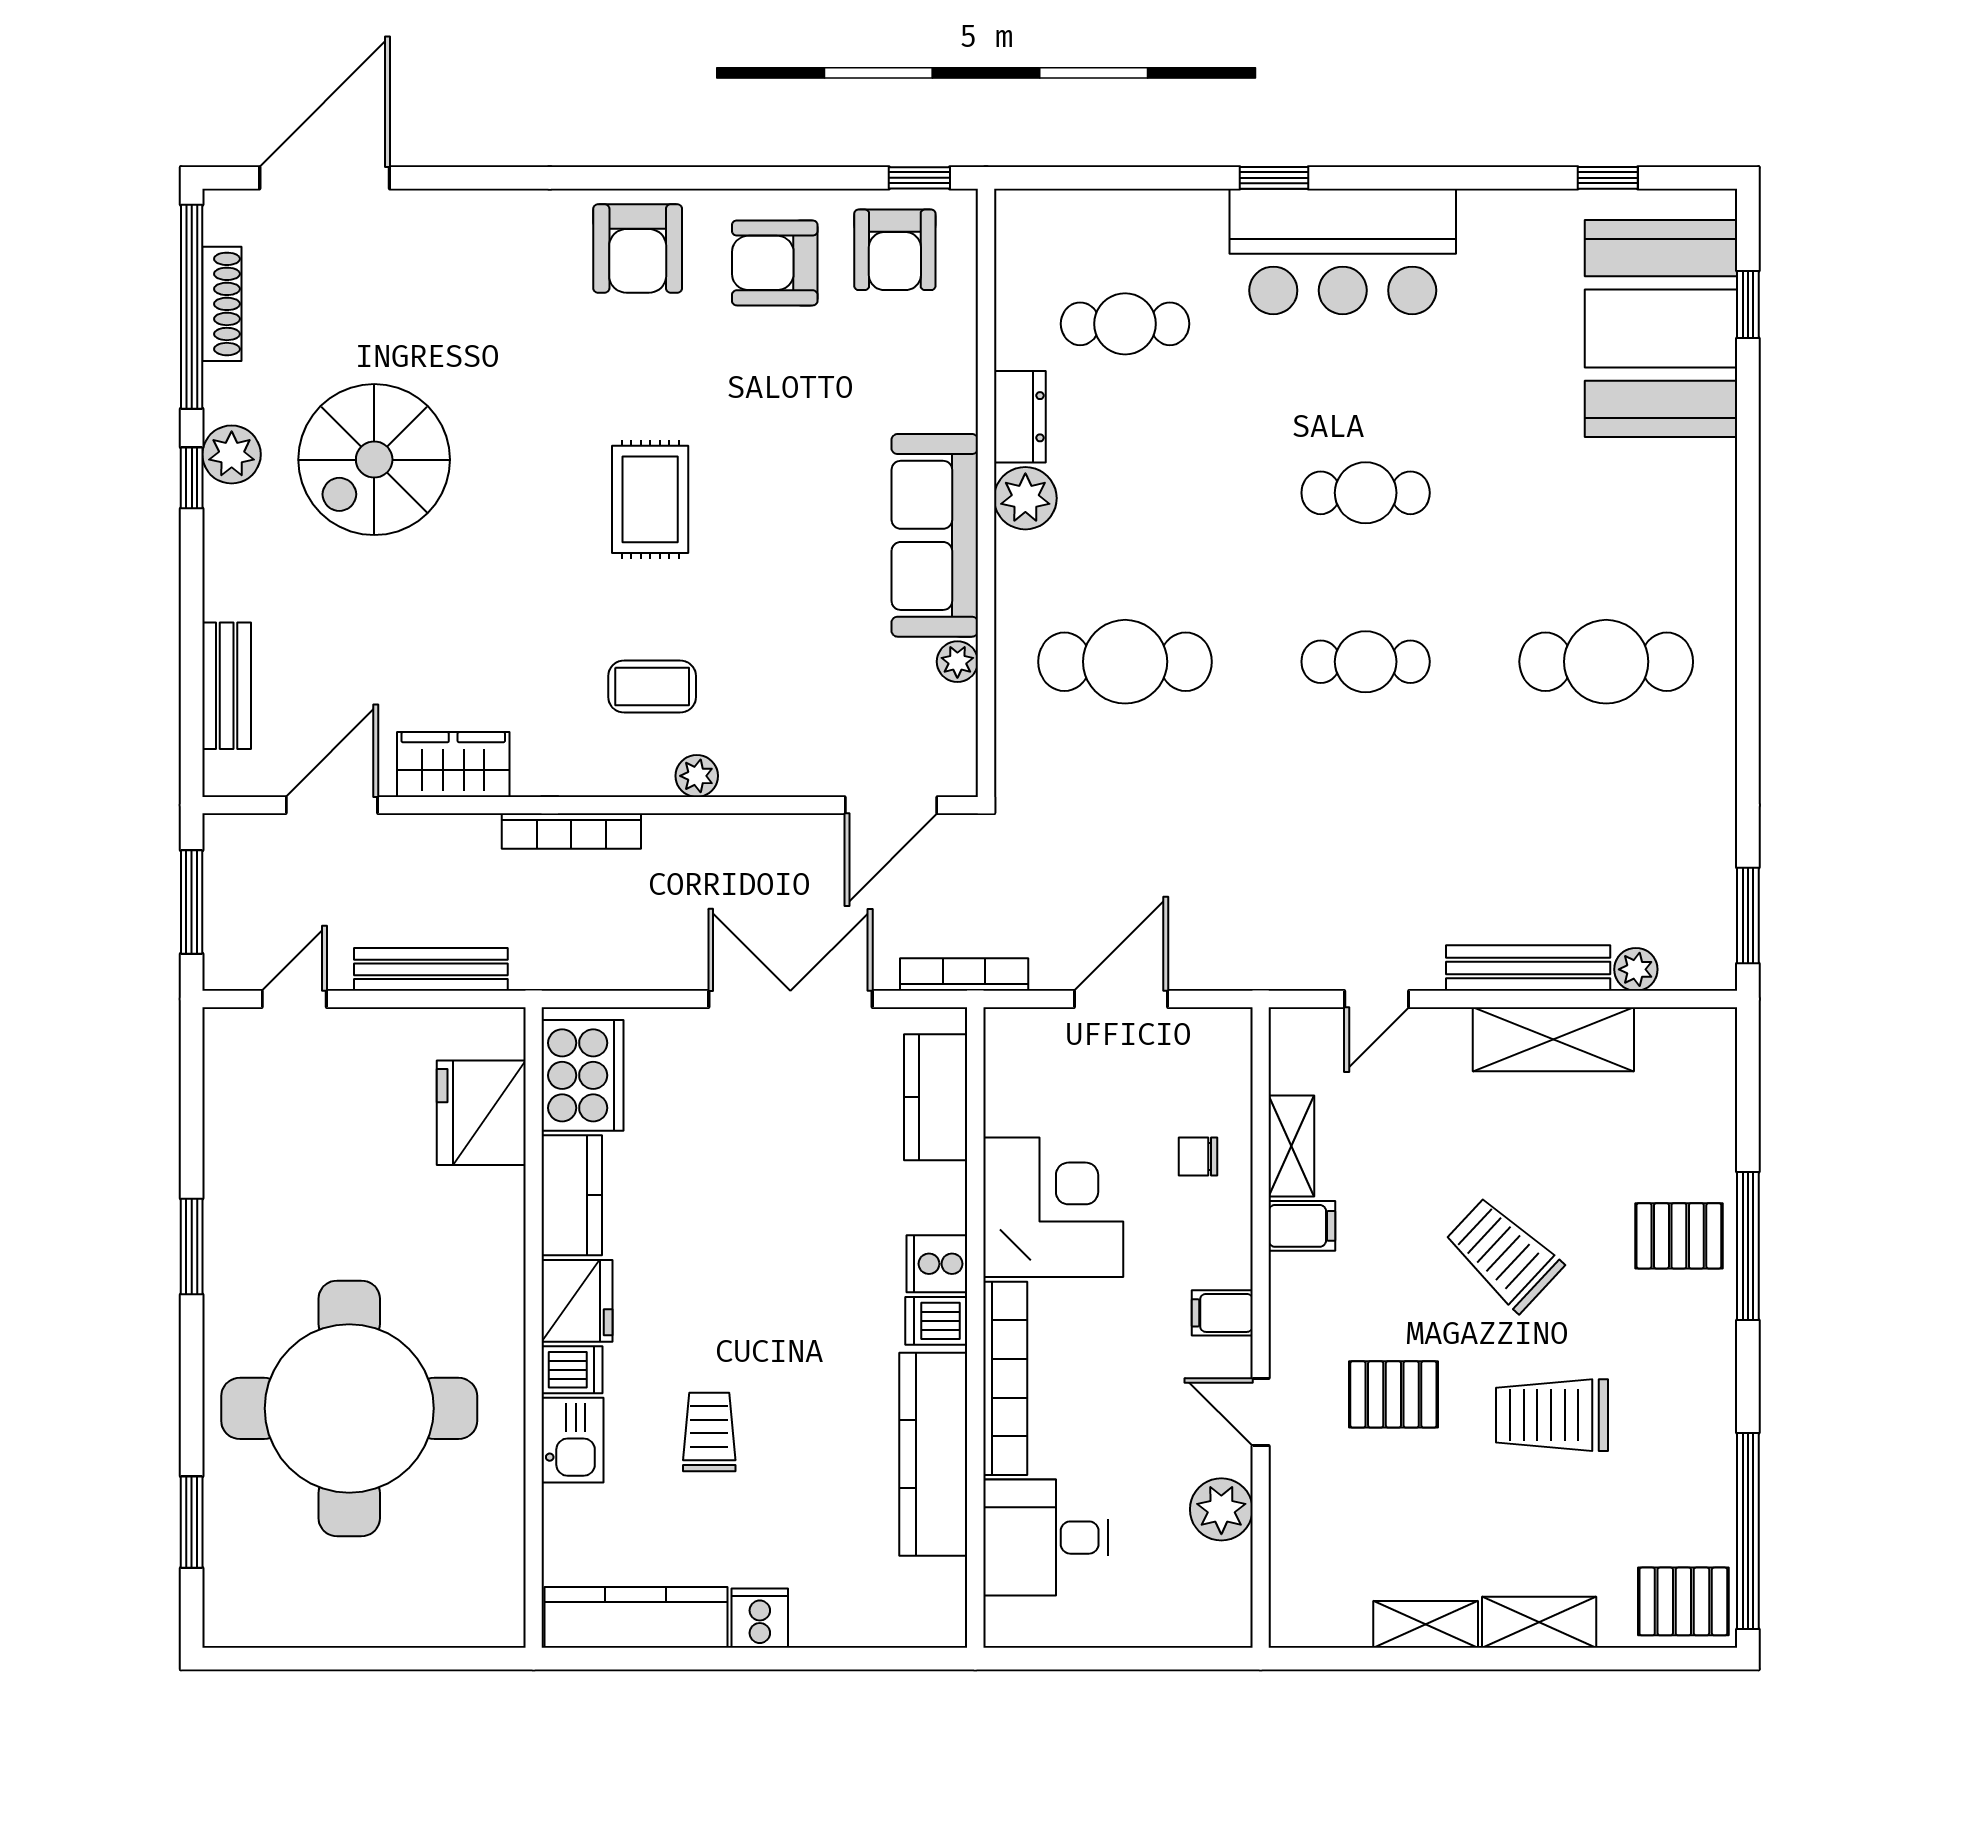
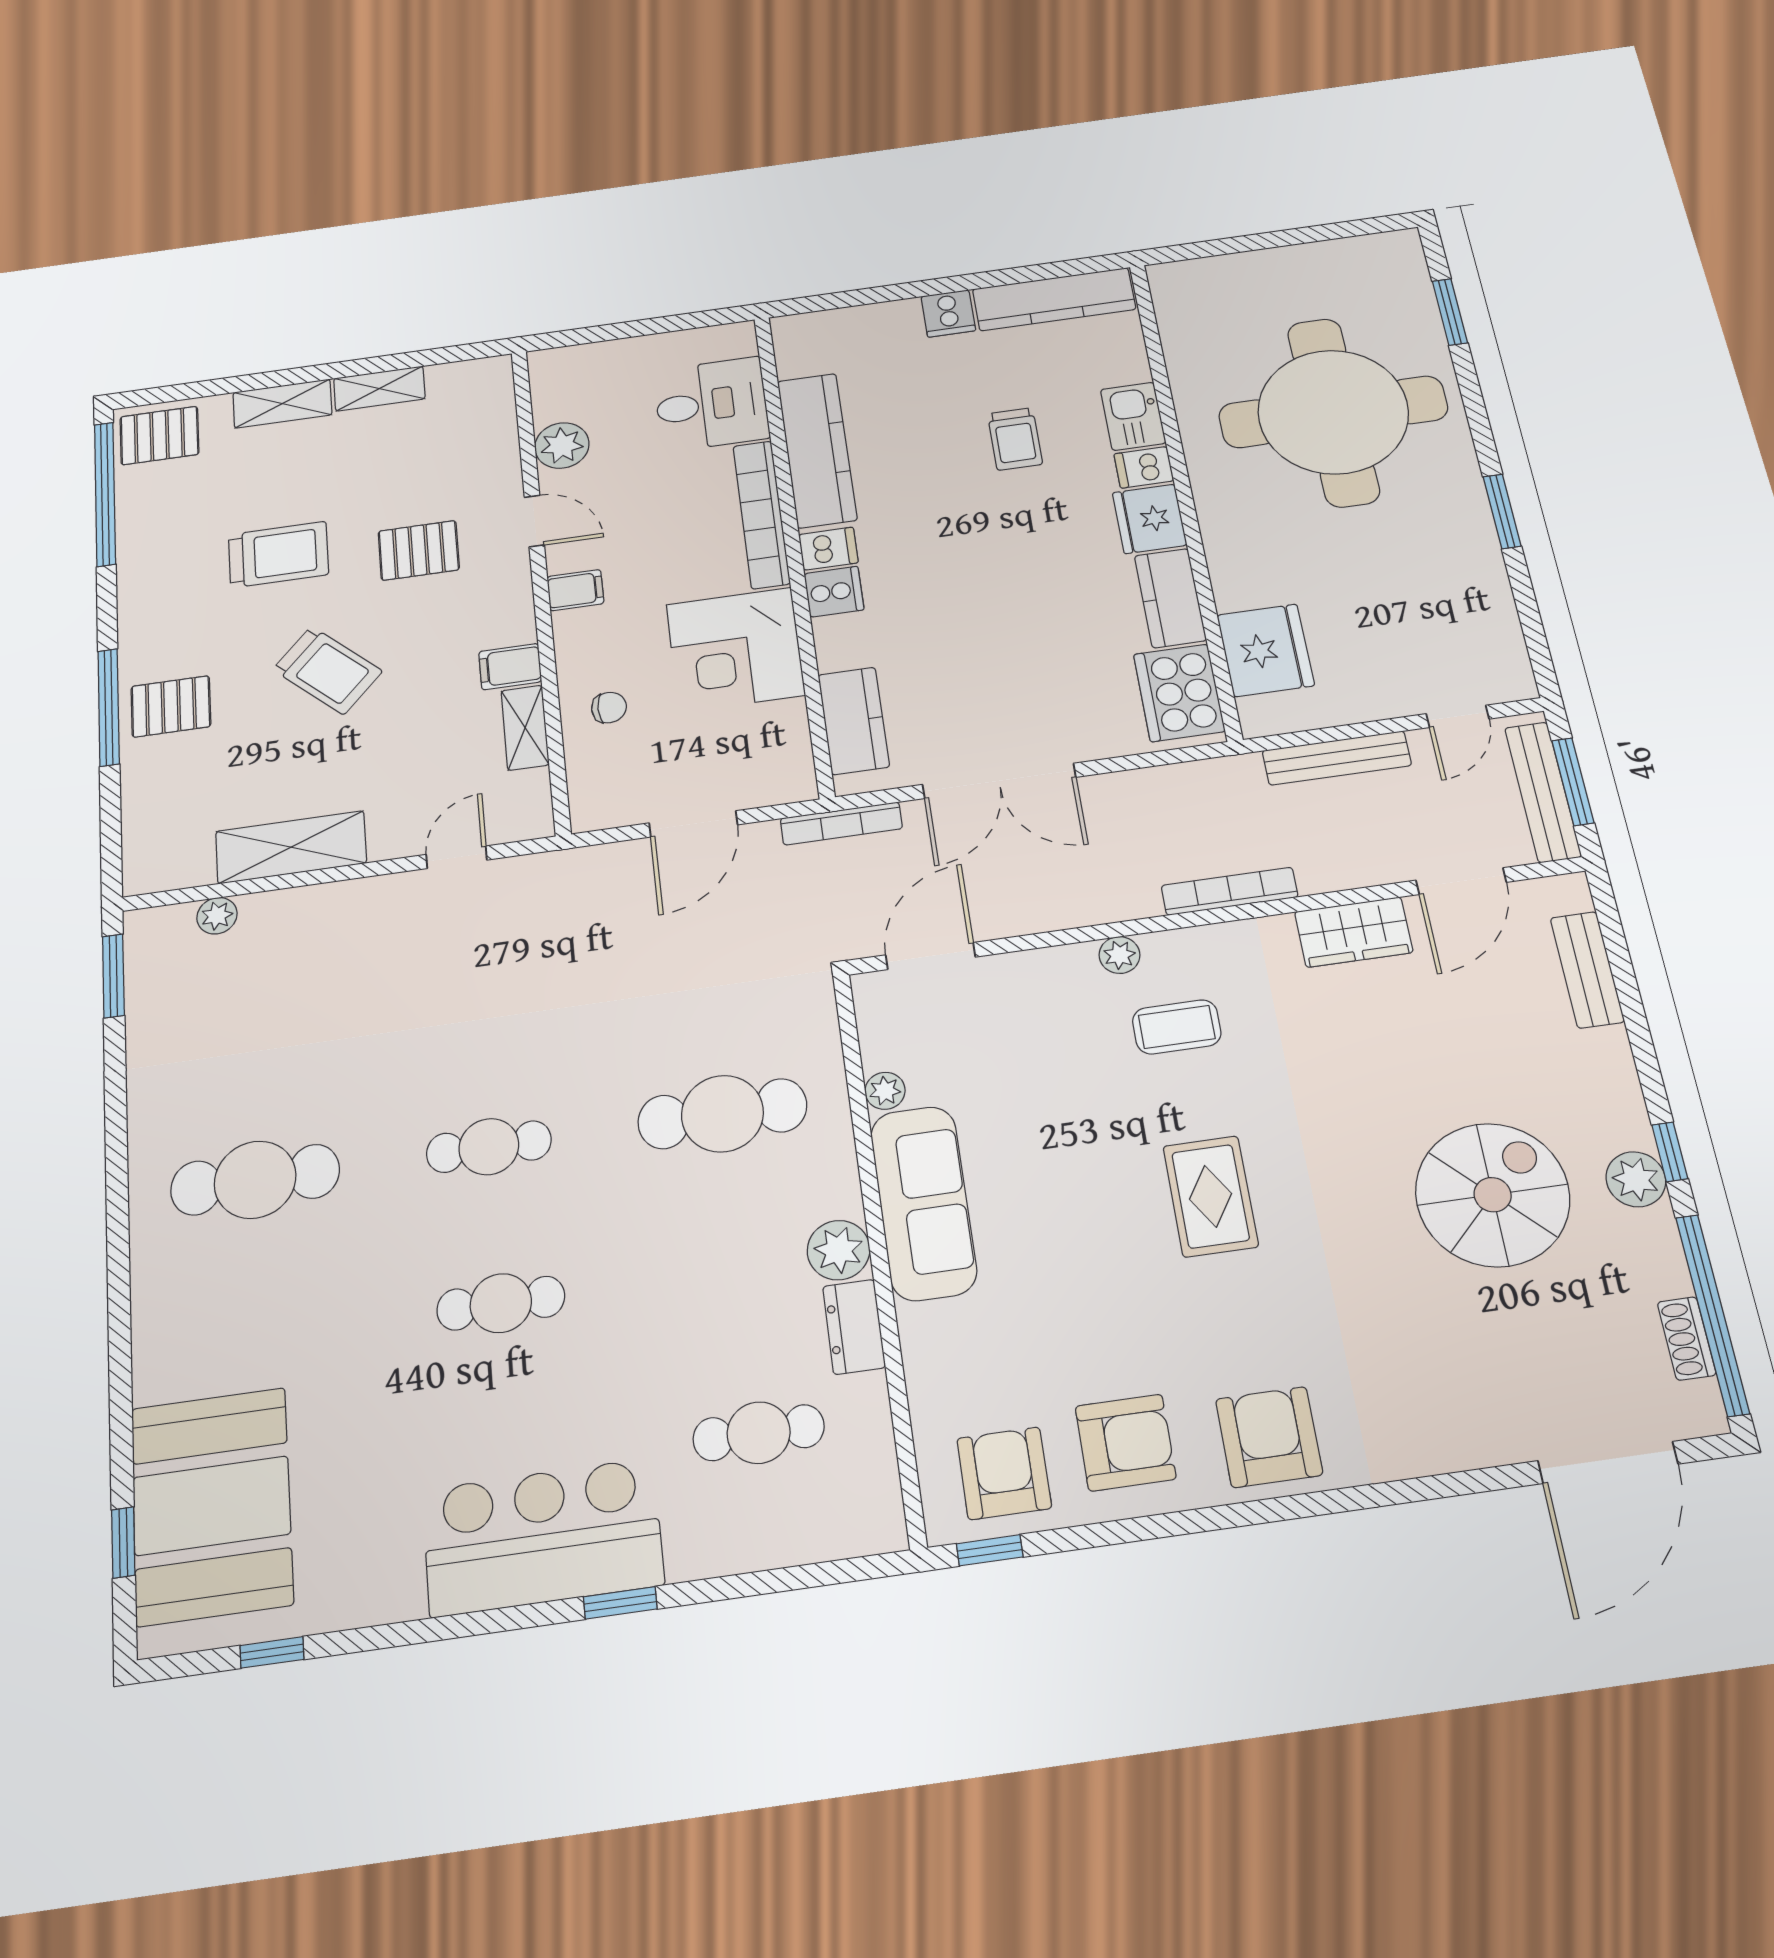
shoe rack: (222, 304) -> (1687, 1338), width x0.70
bench: (1528, 968) -> (1543, 792), moved, turned 90

